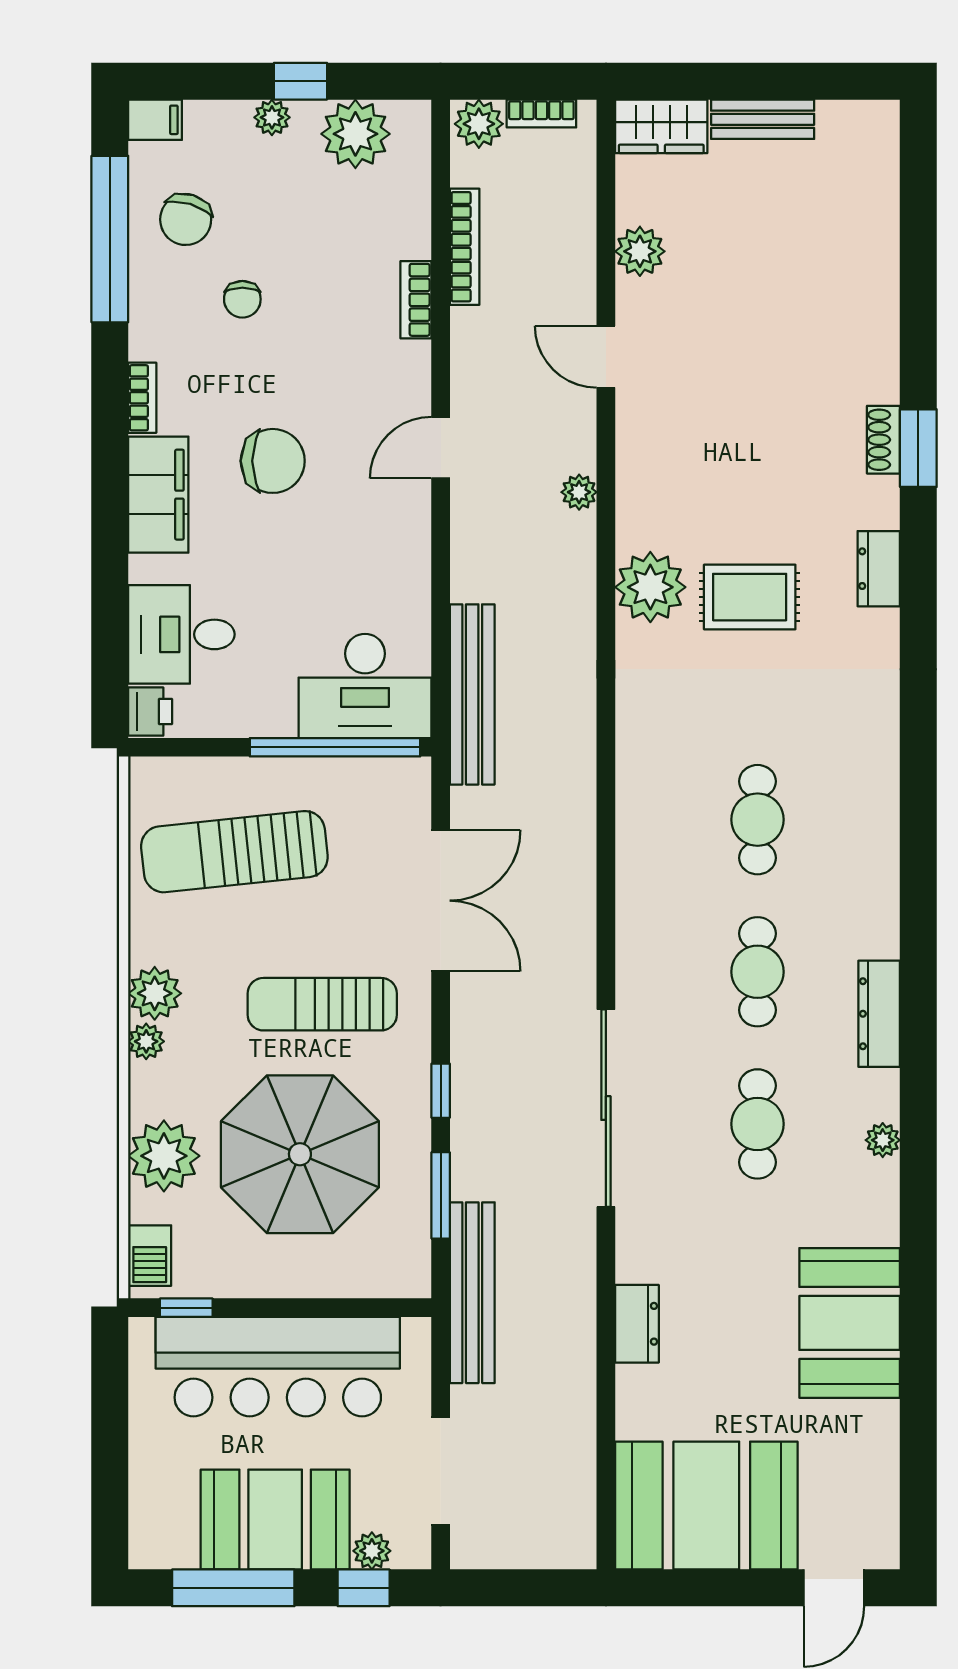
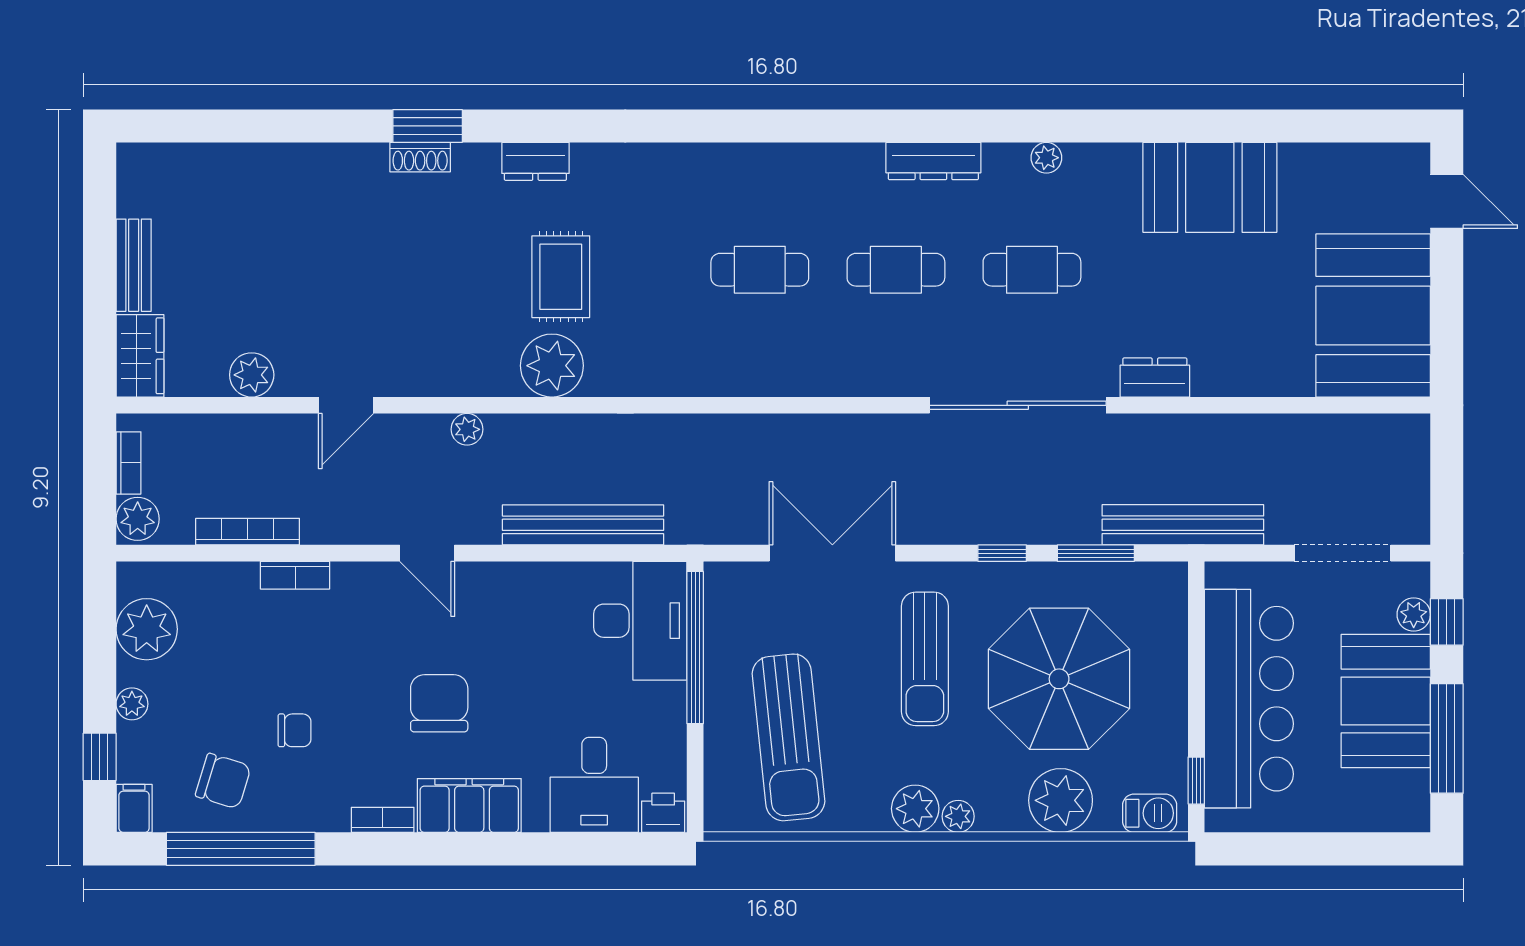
window: (301, 81) -> (100, 757), moved
bench: (472, 694) -> (583, 525), moved
dresser: (637, 1324) -> (1155, 378), moved

